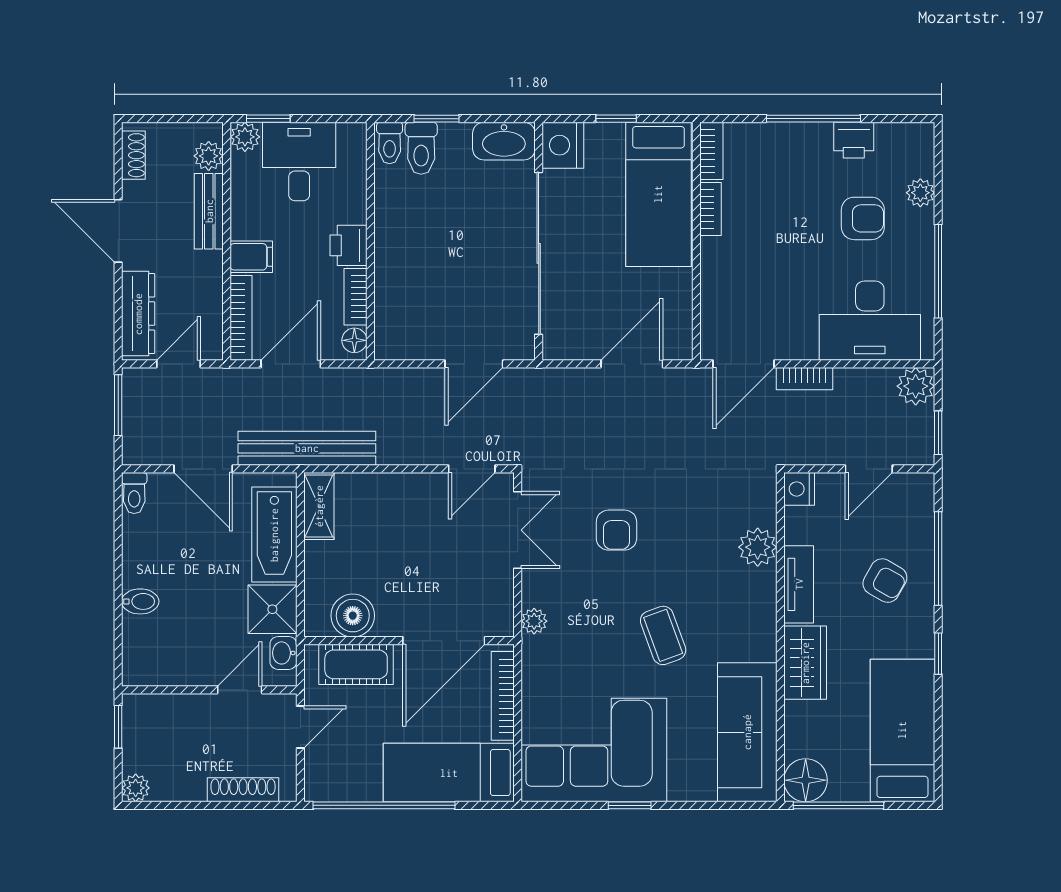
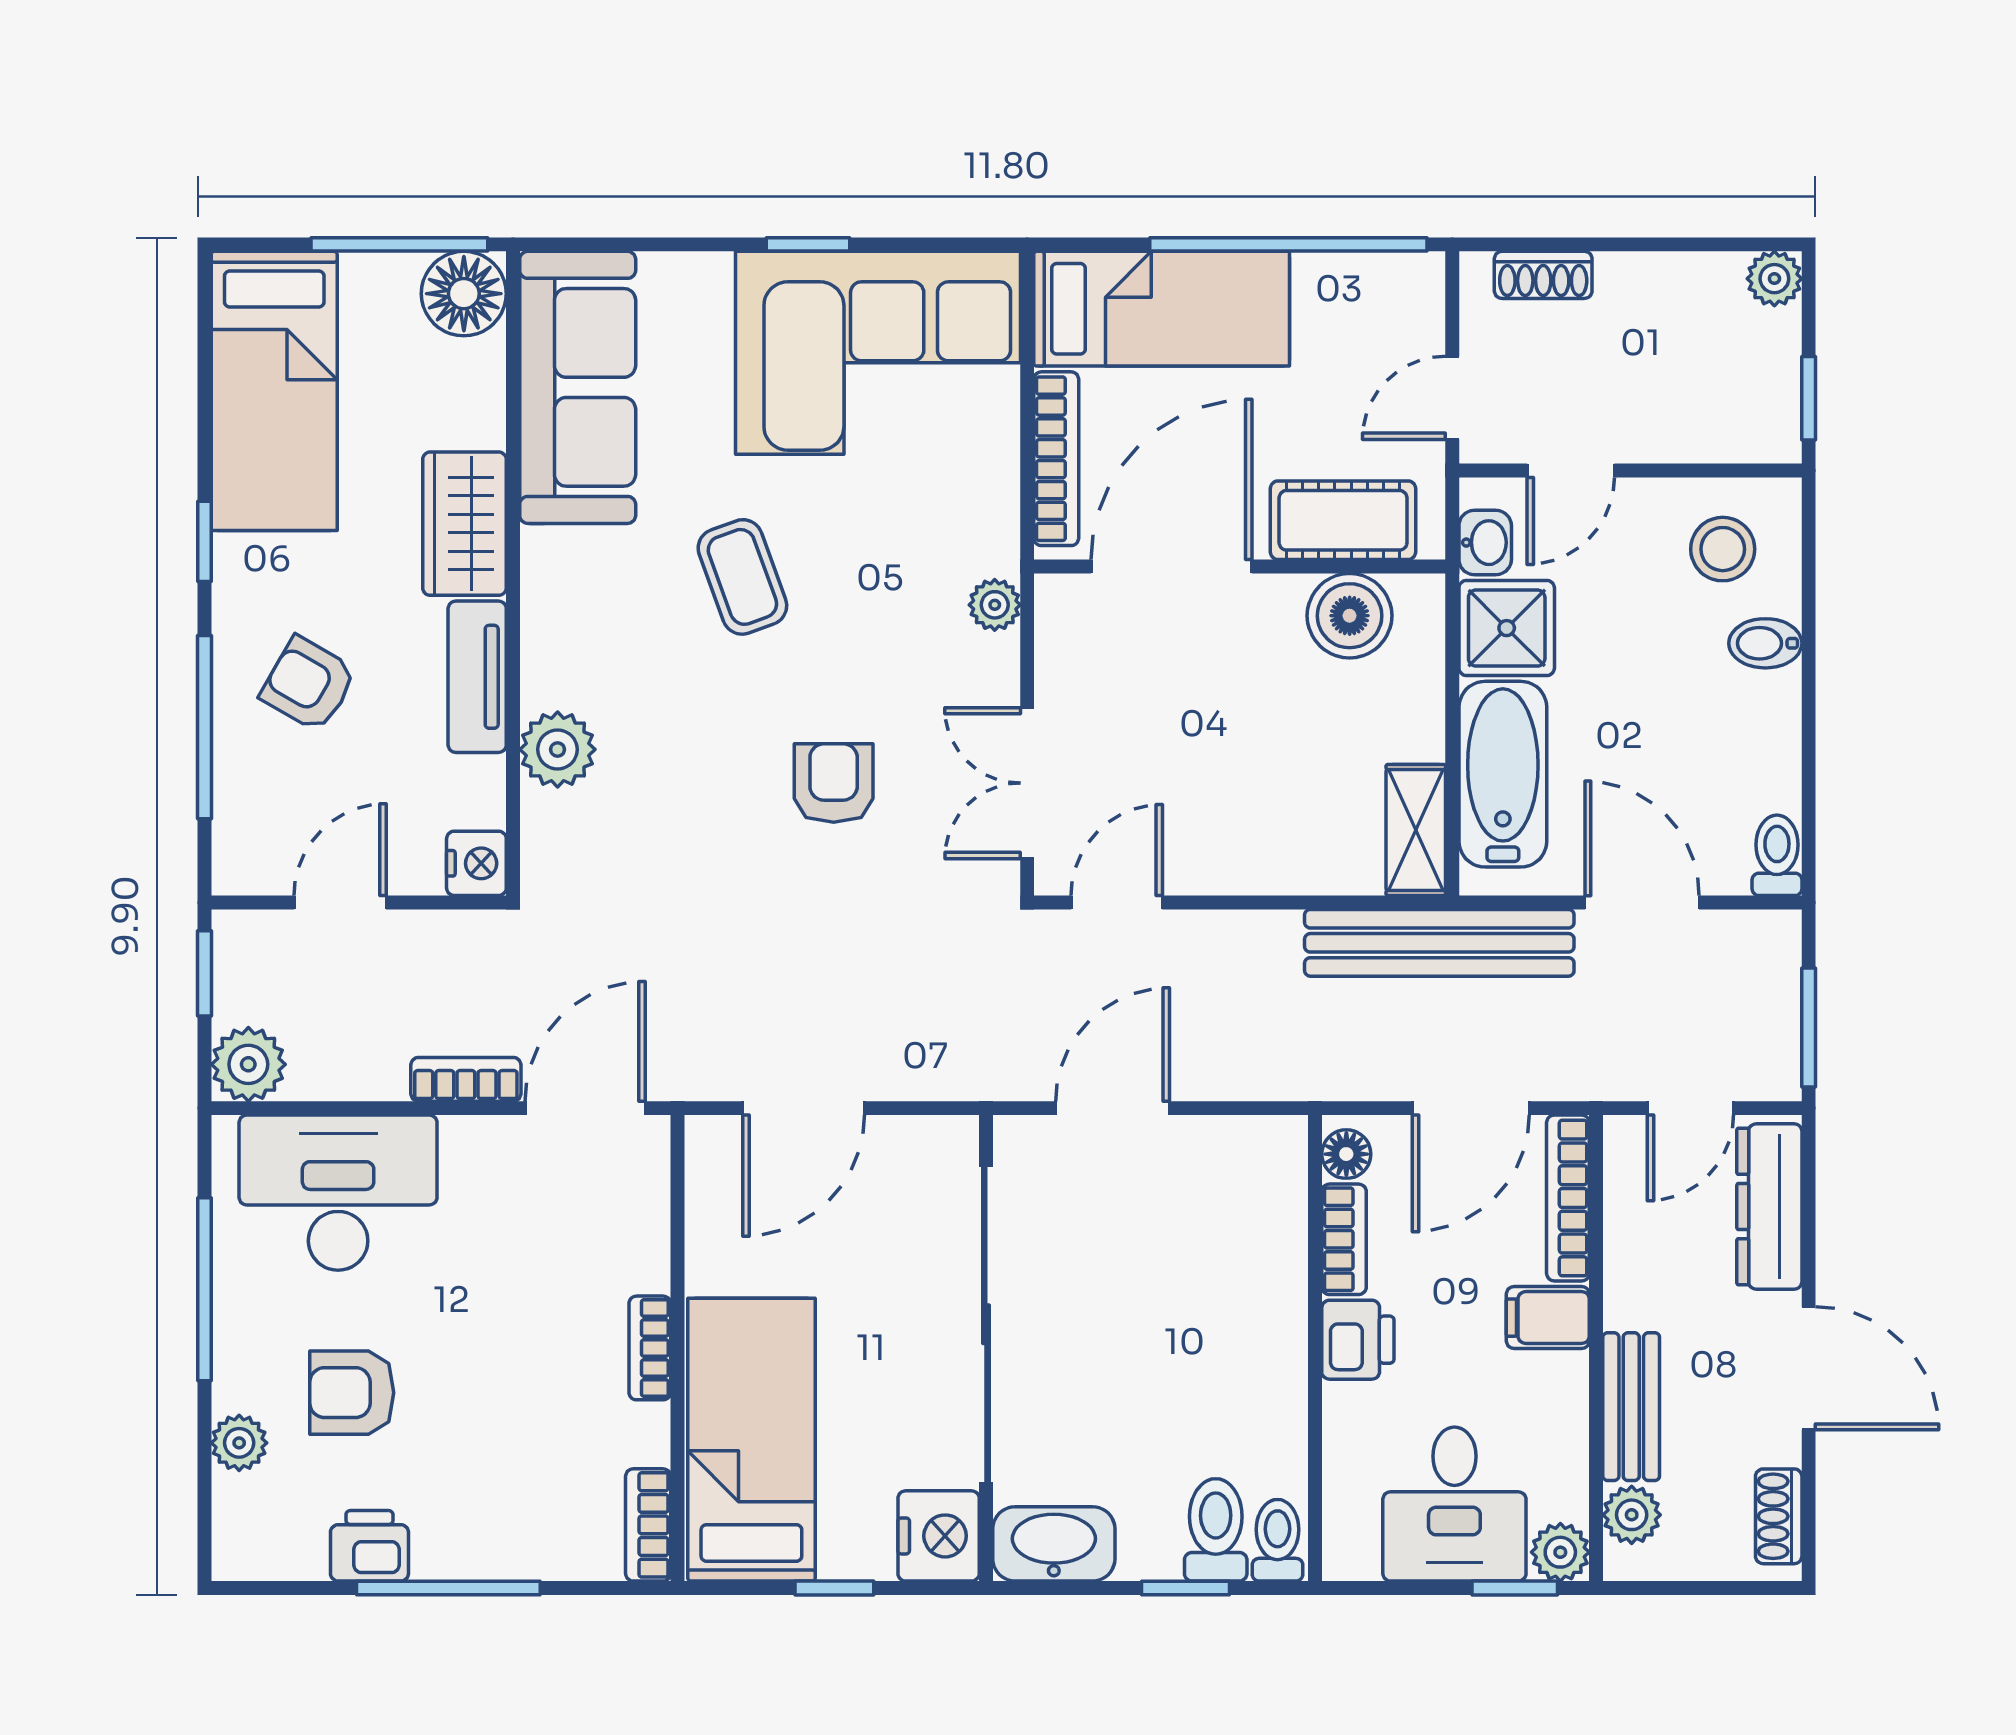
bookcase: (710, 209) -> (650, 1348), moved
stool: (162, 650) -> (1723, 549), added
shoe rack: (243, 790) -> (1543, 275), width x0.70

